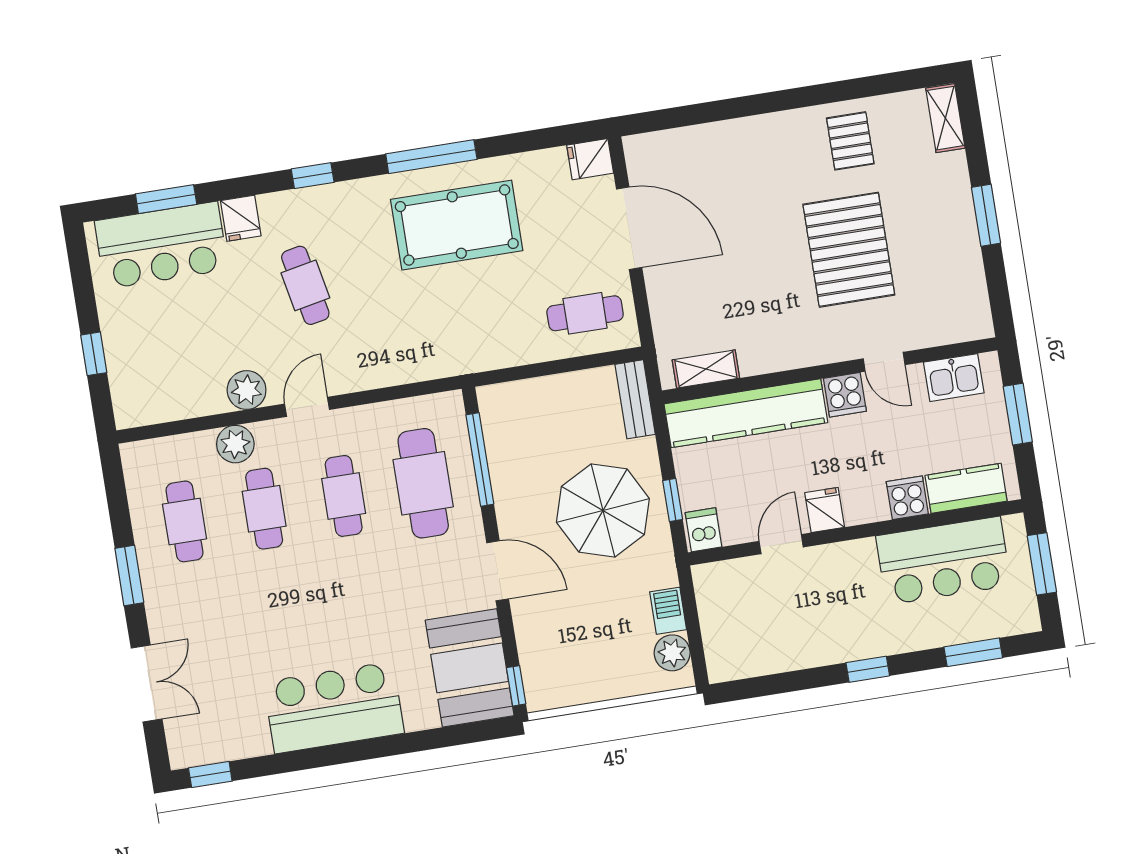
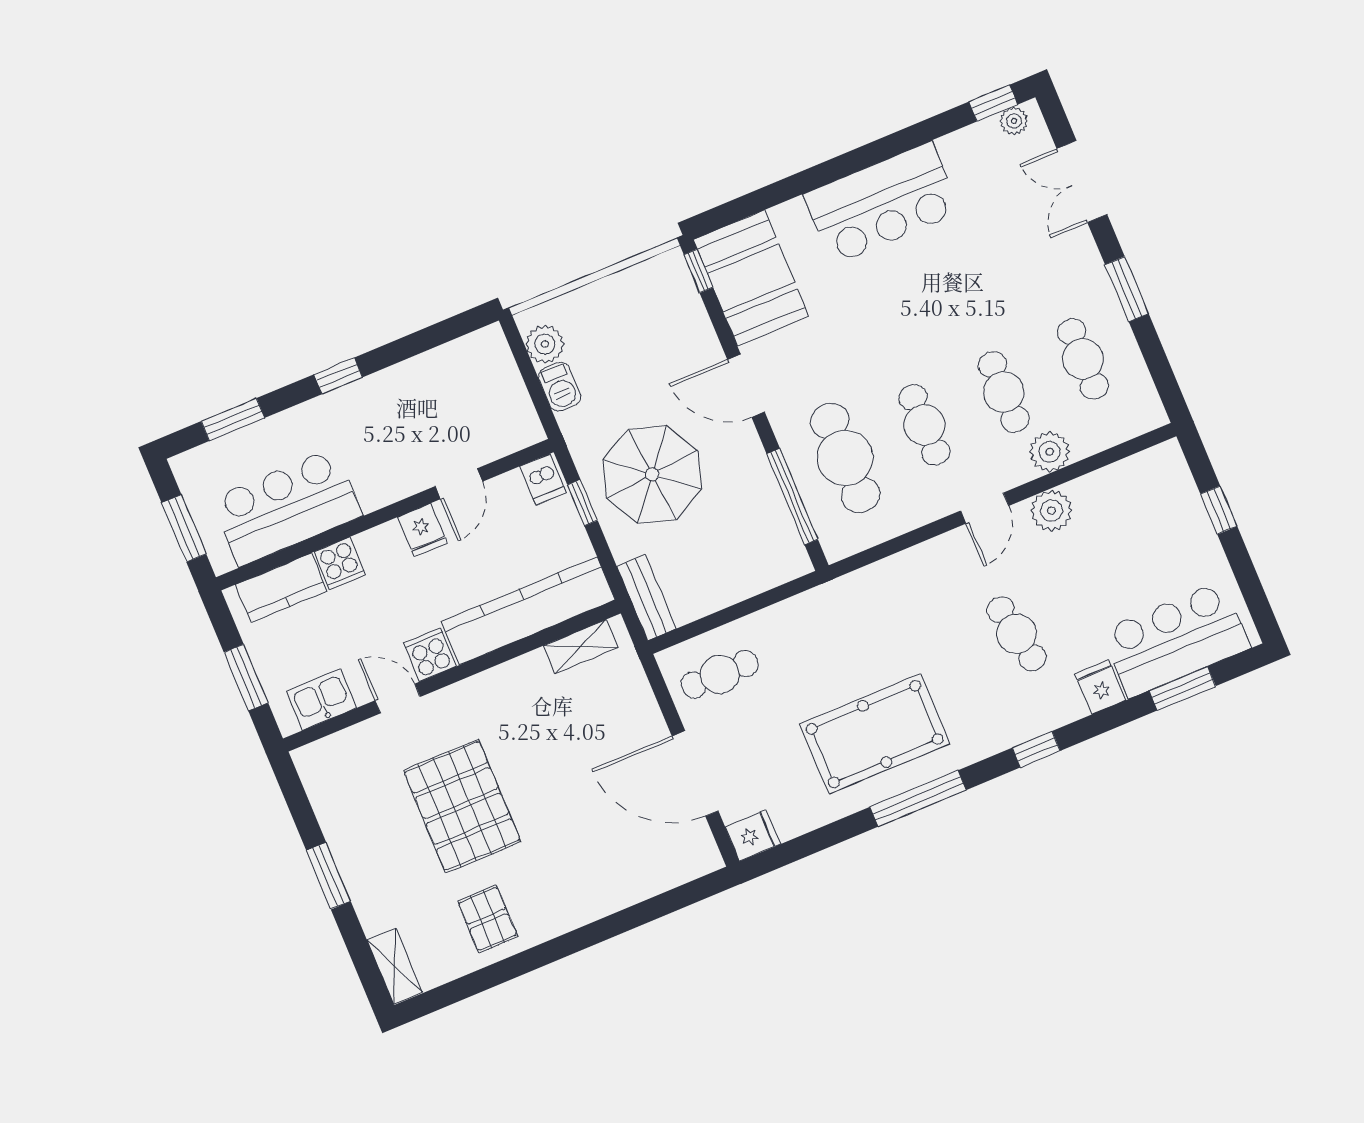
plant: (195, 754) -> (1014, 121), added

